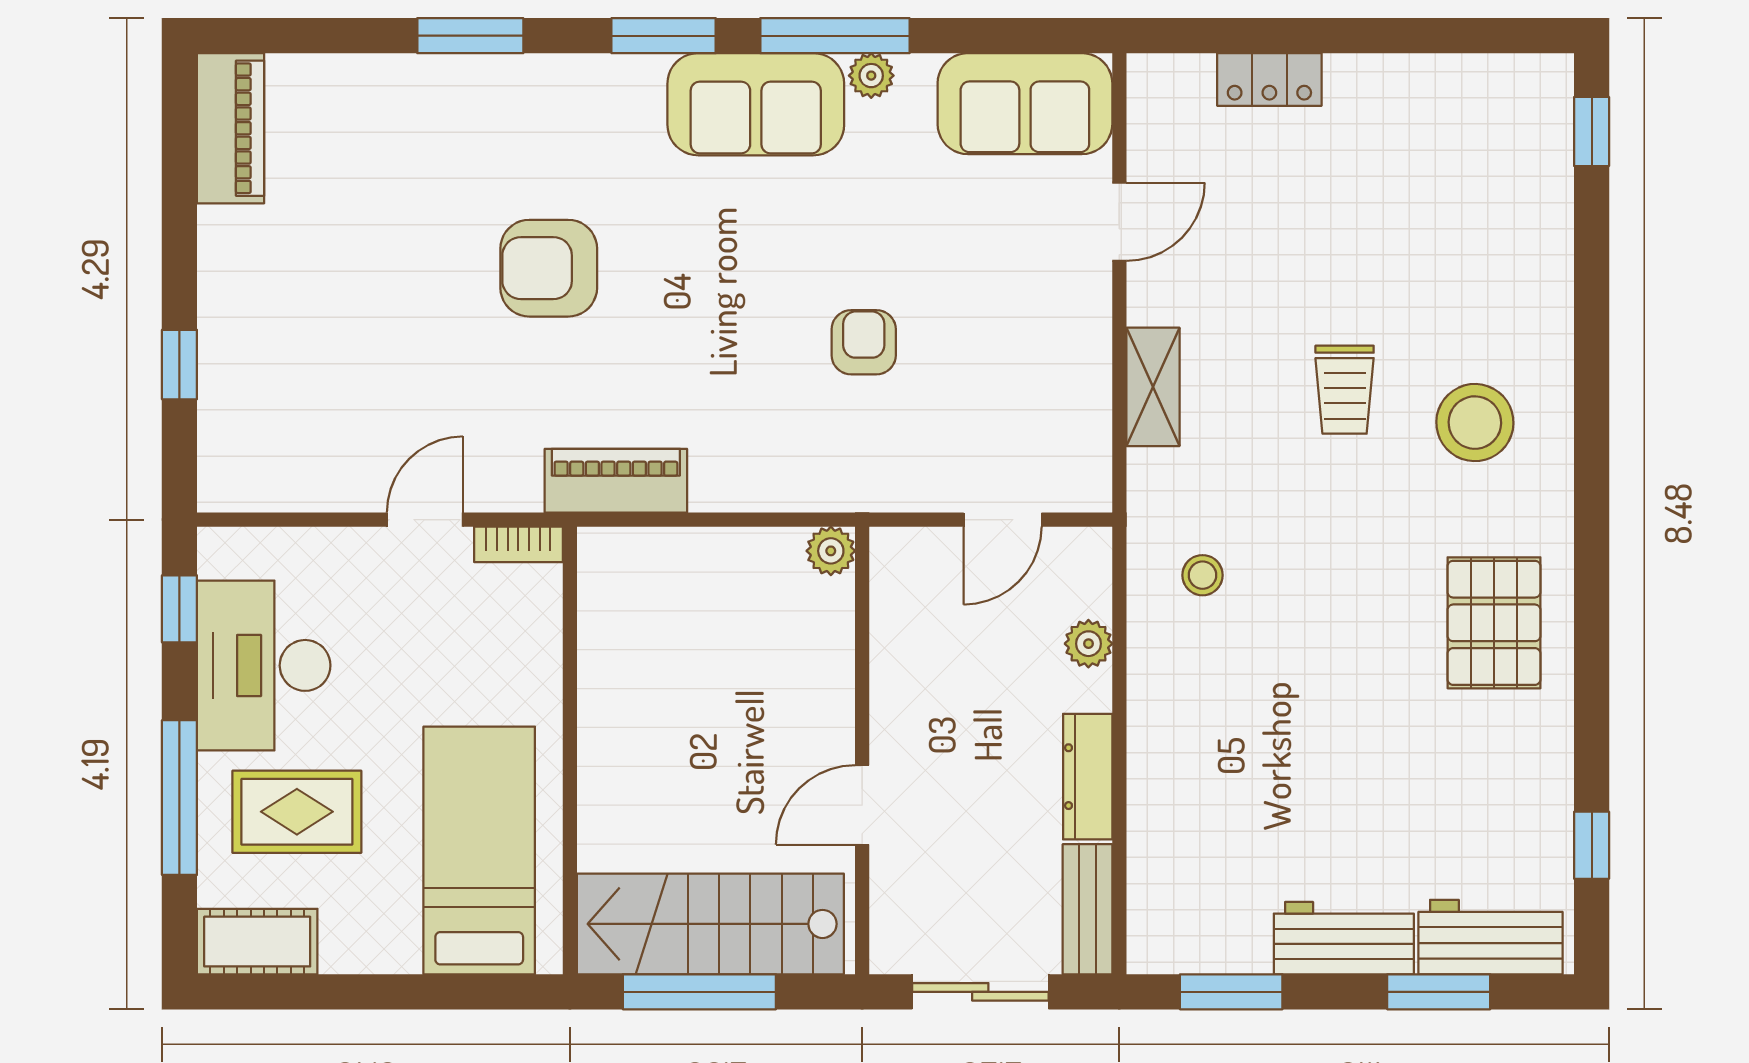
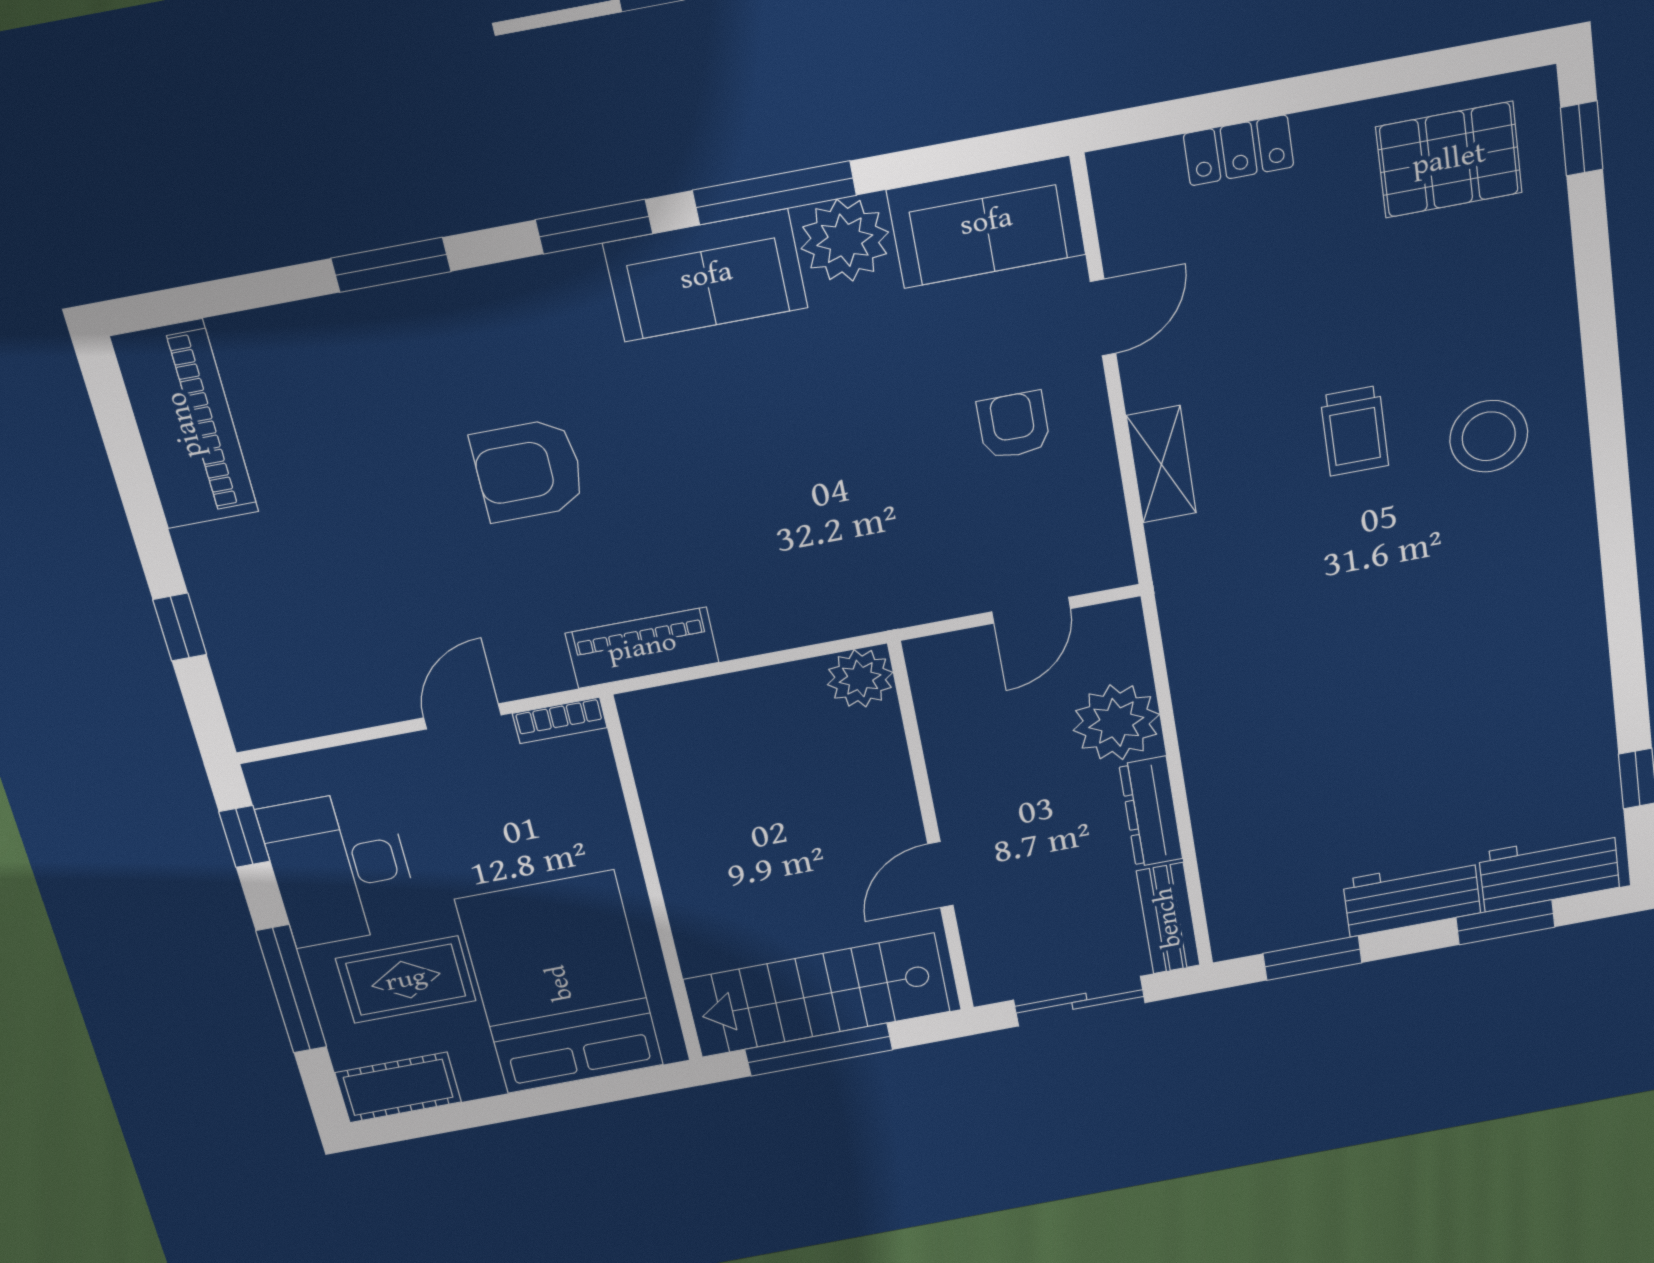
plant: (871, 76) -> (845, 240), width x1.87, depth x1.87
piano: (231, 128) -> (185, 425), width x1.37, depth x1.33
armchair: (864, 342) -> (1014, 425), moved
plant: (831, 551) -> (860, 678), width x1.38, depth x1.38
stool: (1202, 575) -> (1236, 622), removed
pallet: (1494, 623) -> (1449, 160), moved, turned 90
plant: (1088, 644) -> (1116, 722), width x1.87, depth x1.87
bed: (479, 850) -> (560, 983), width x1.50

